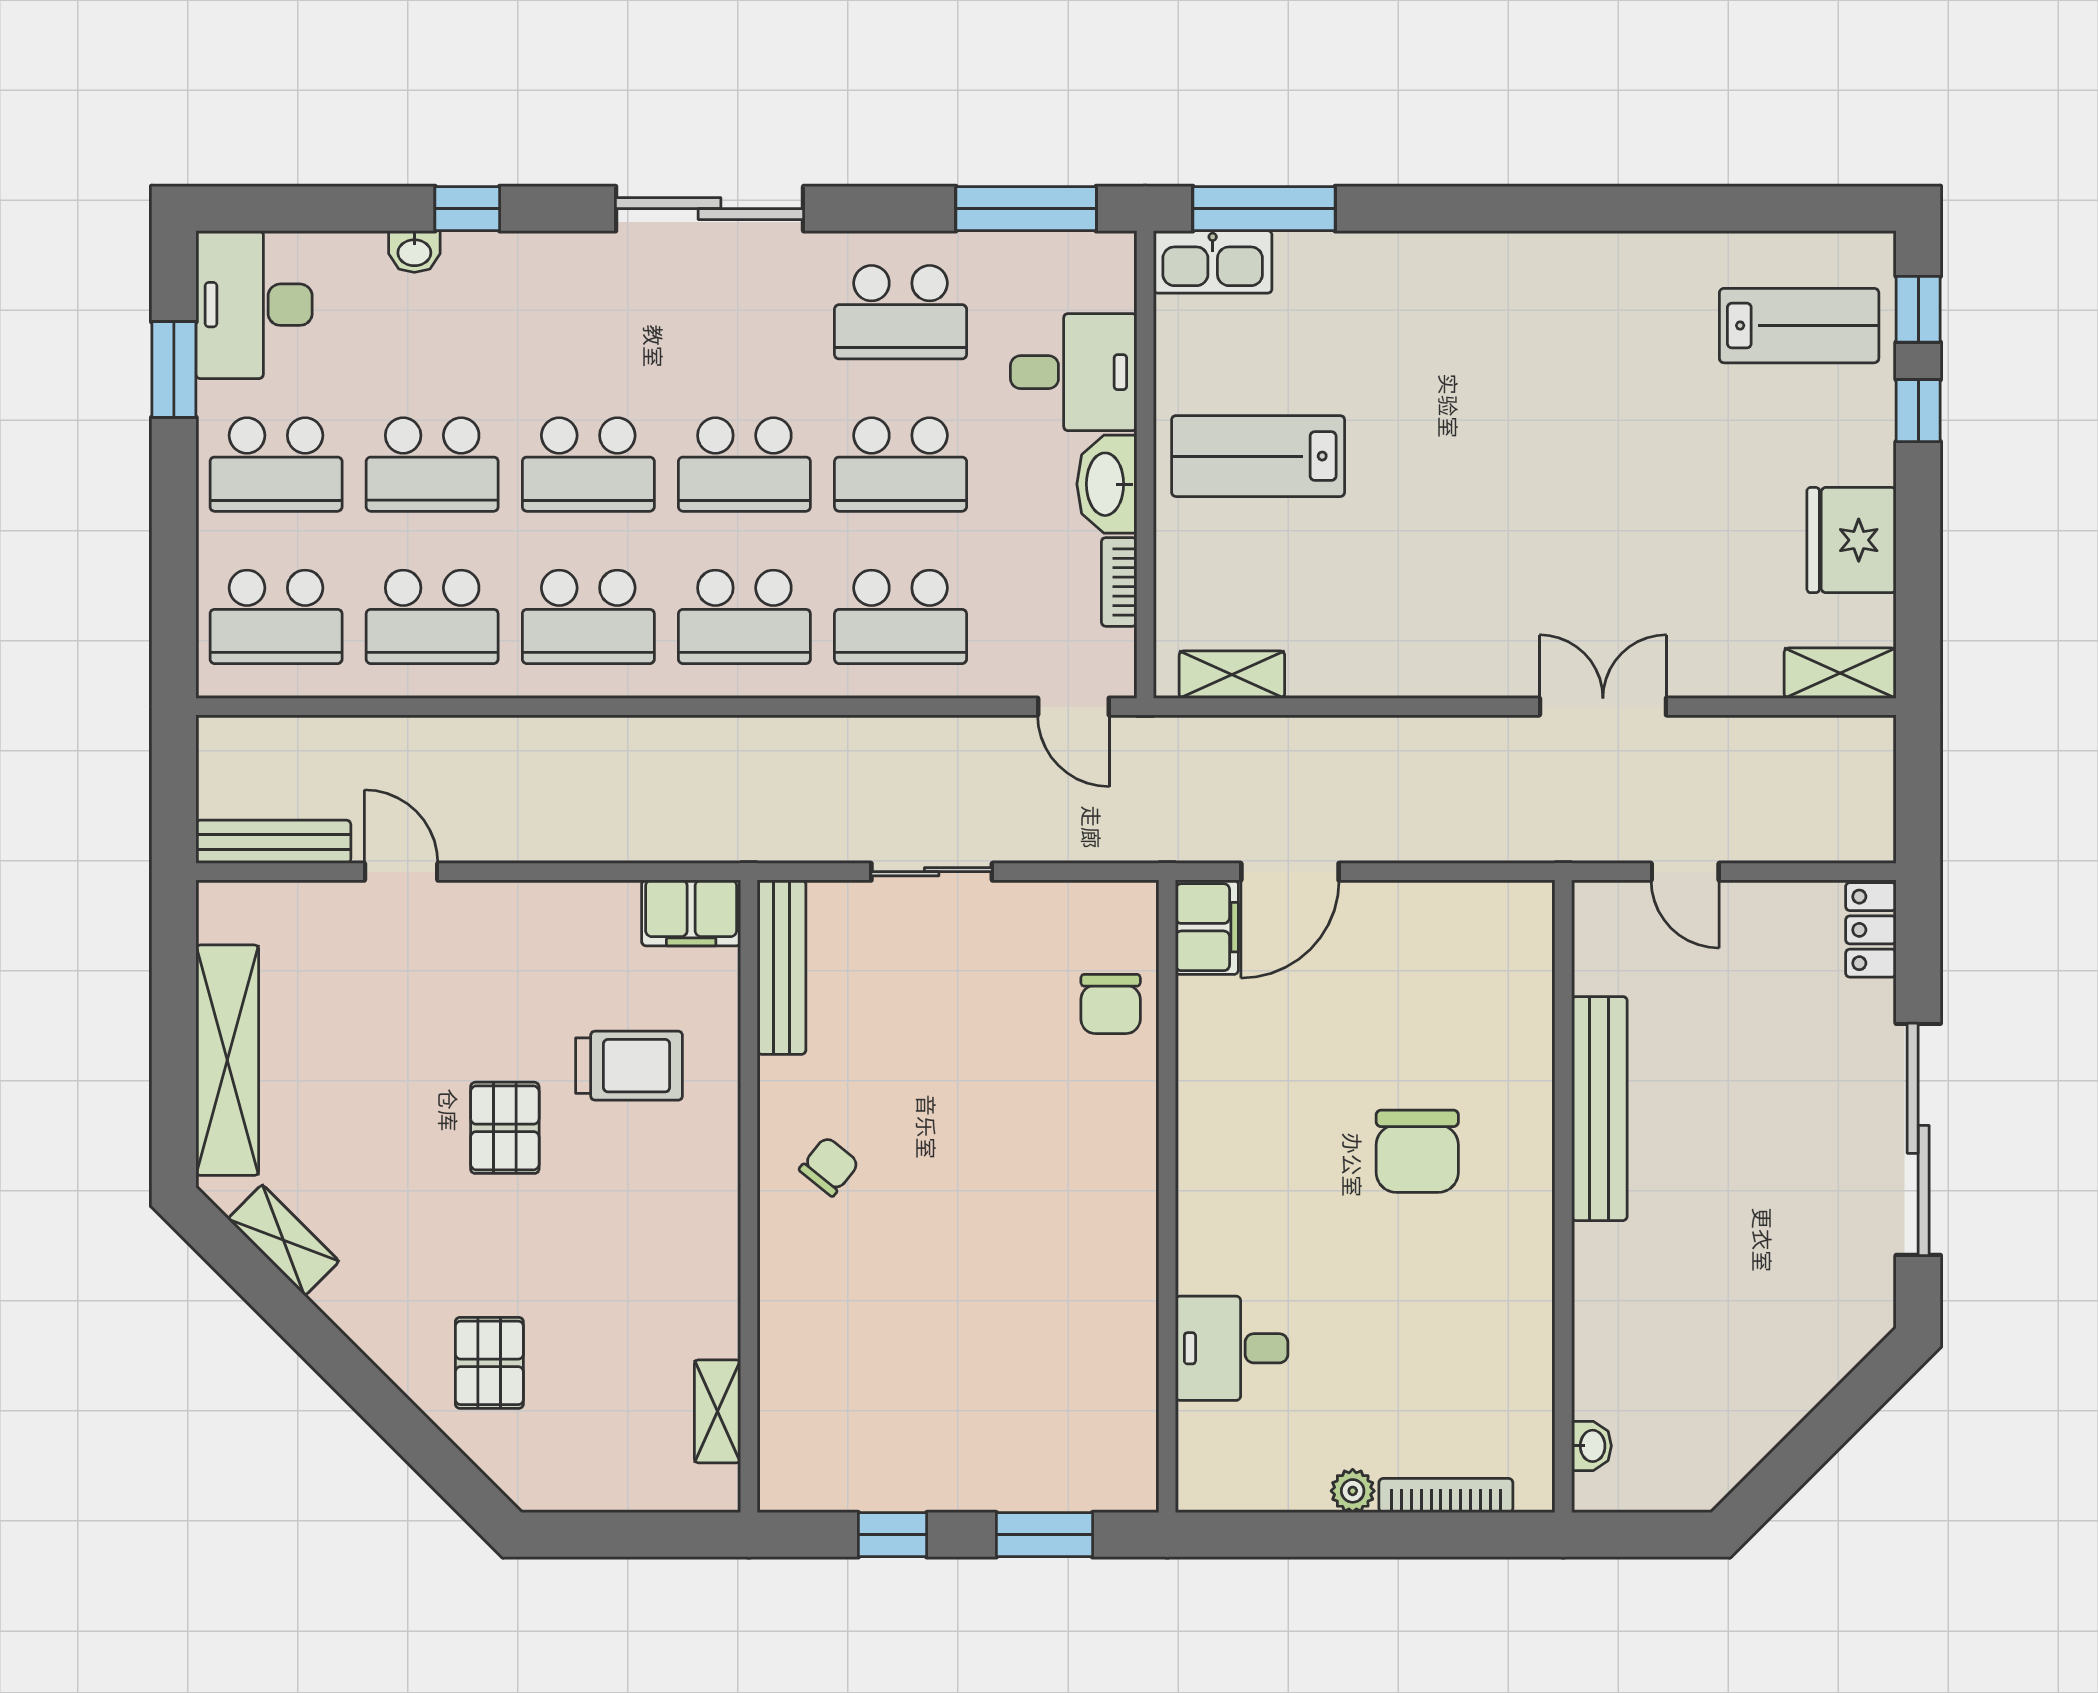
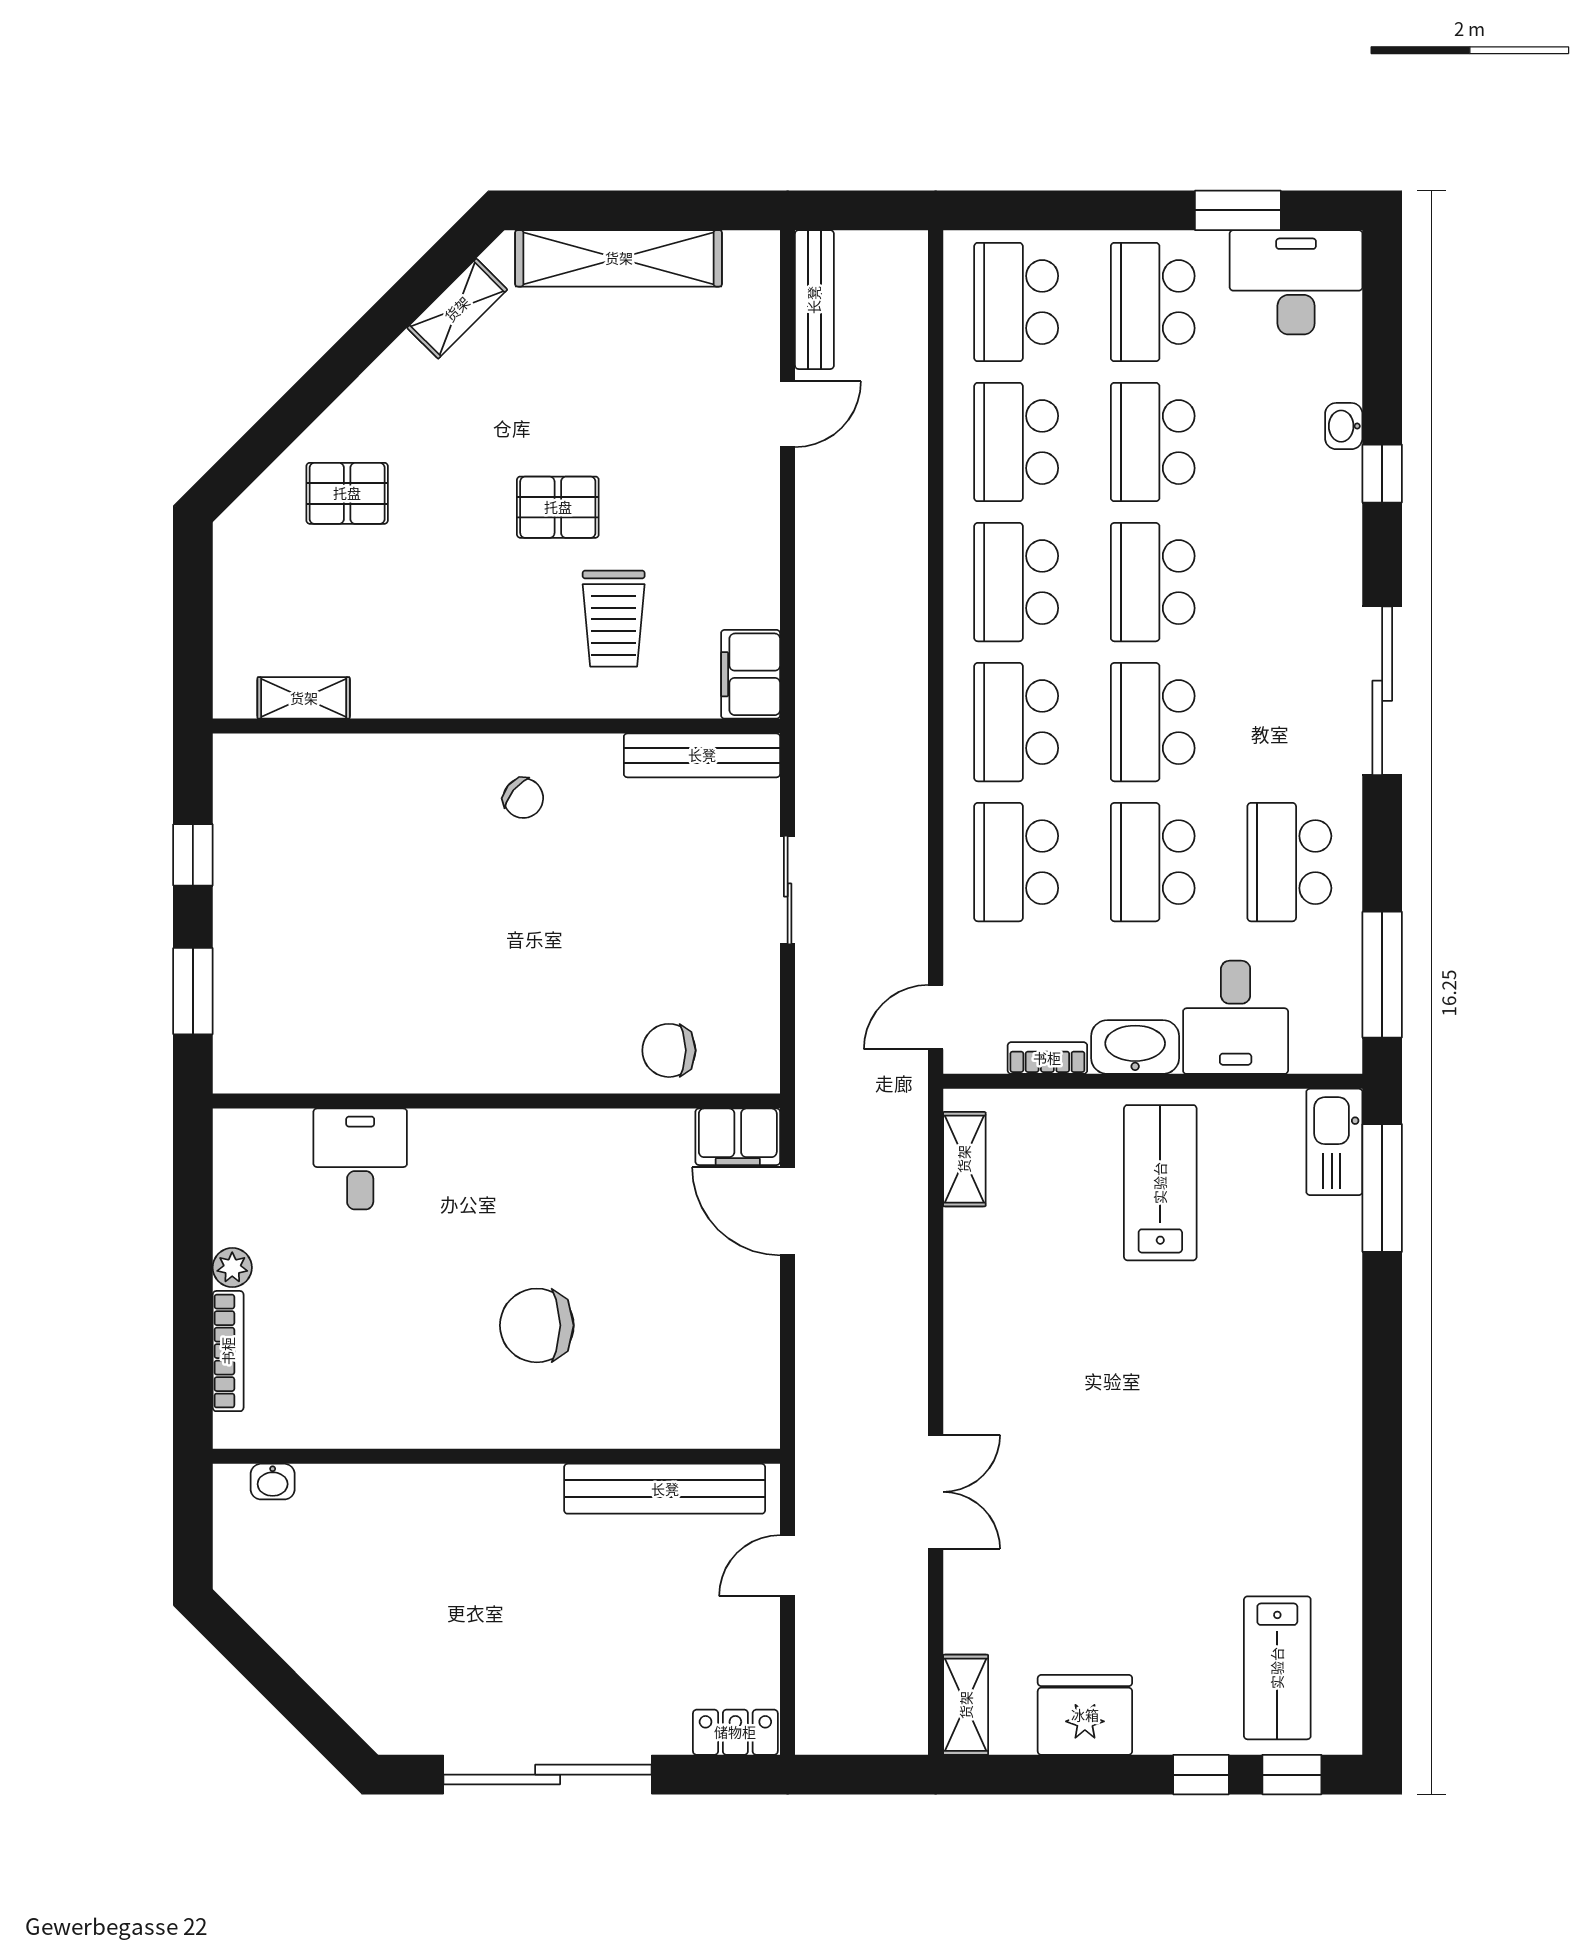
bench: (1599, 1109) -> (665, 1489), moved

